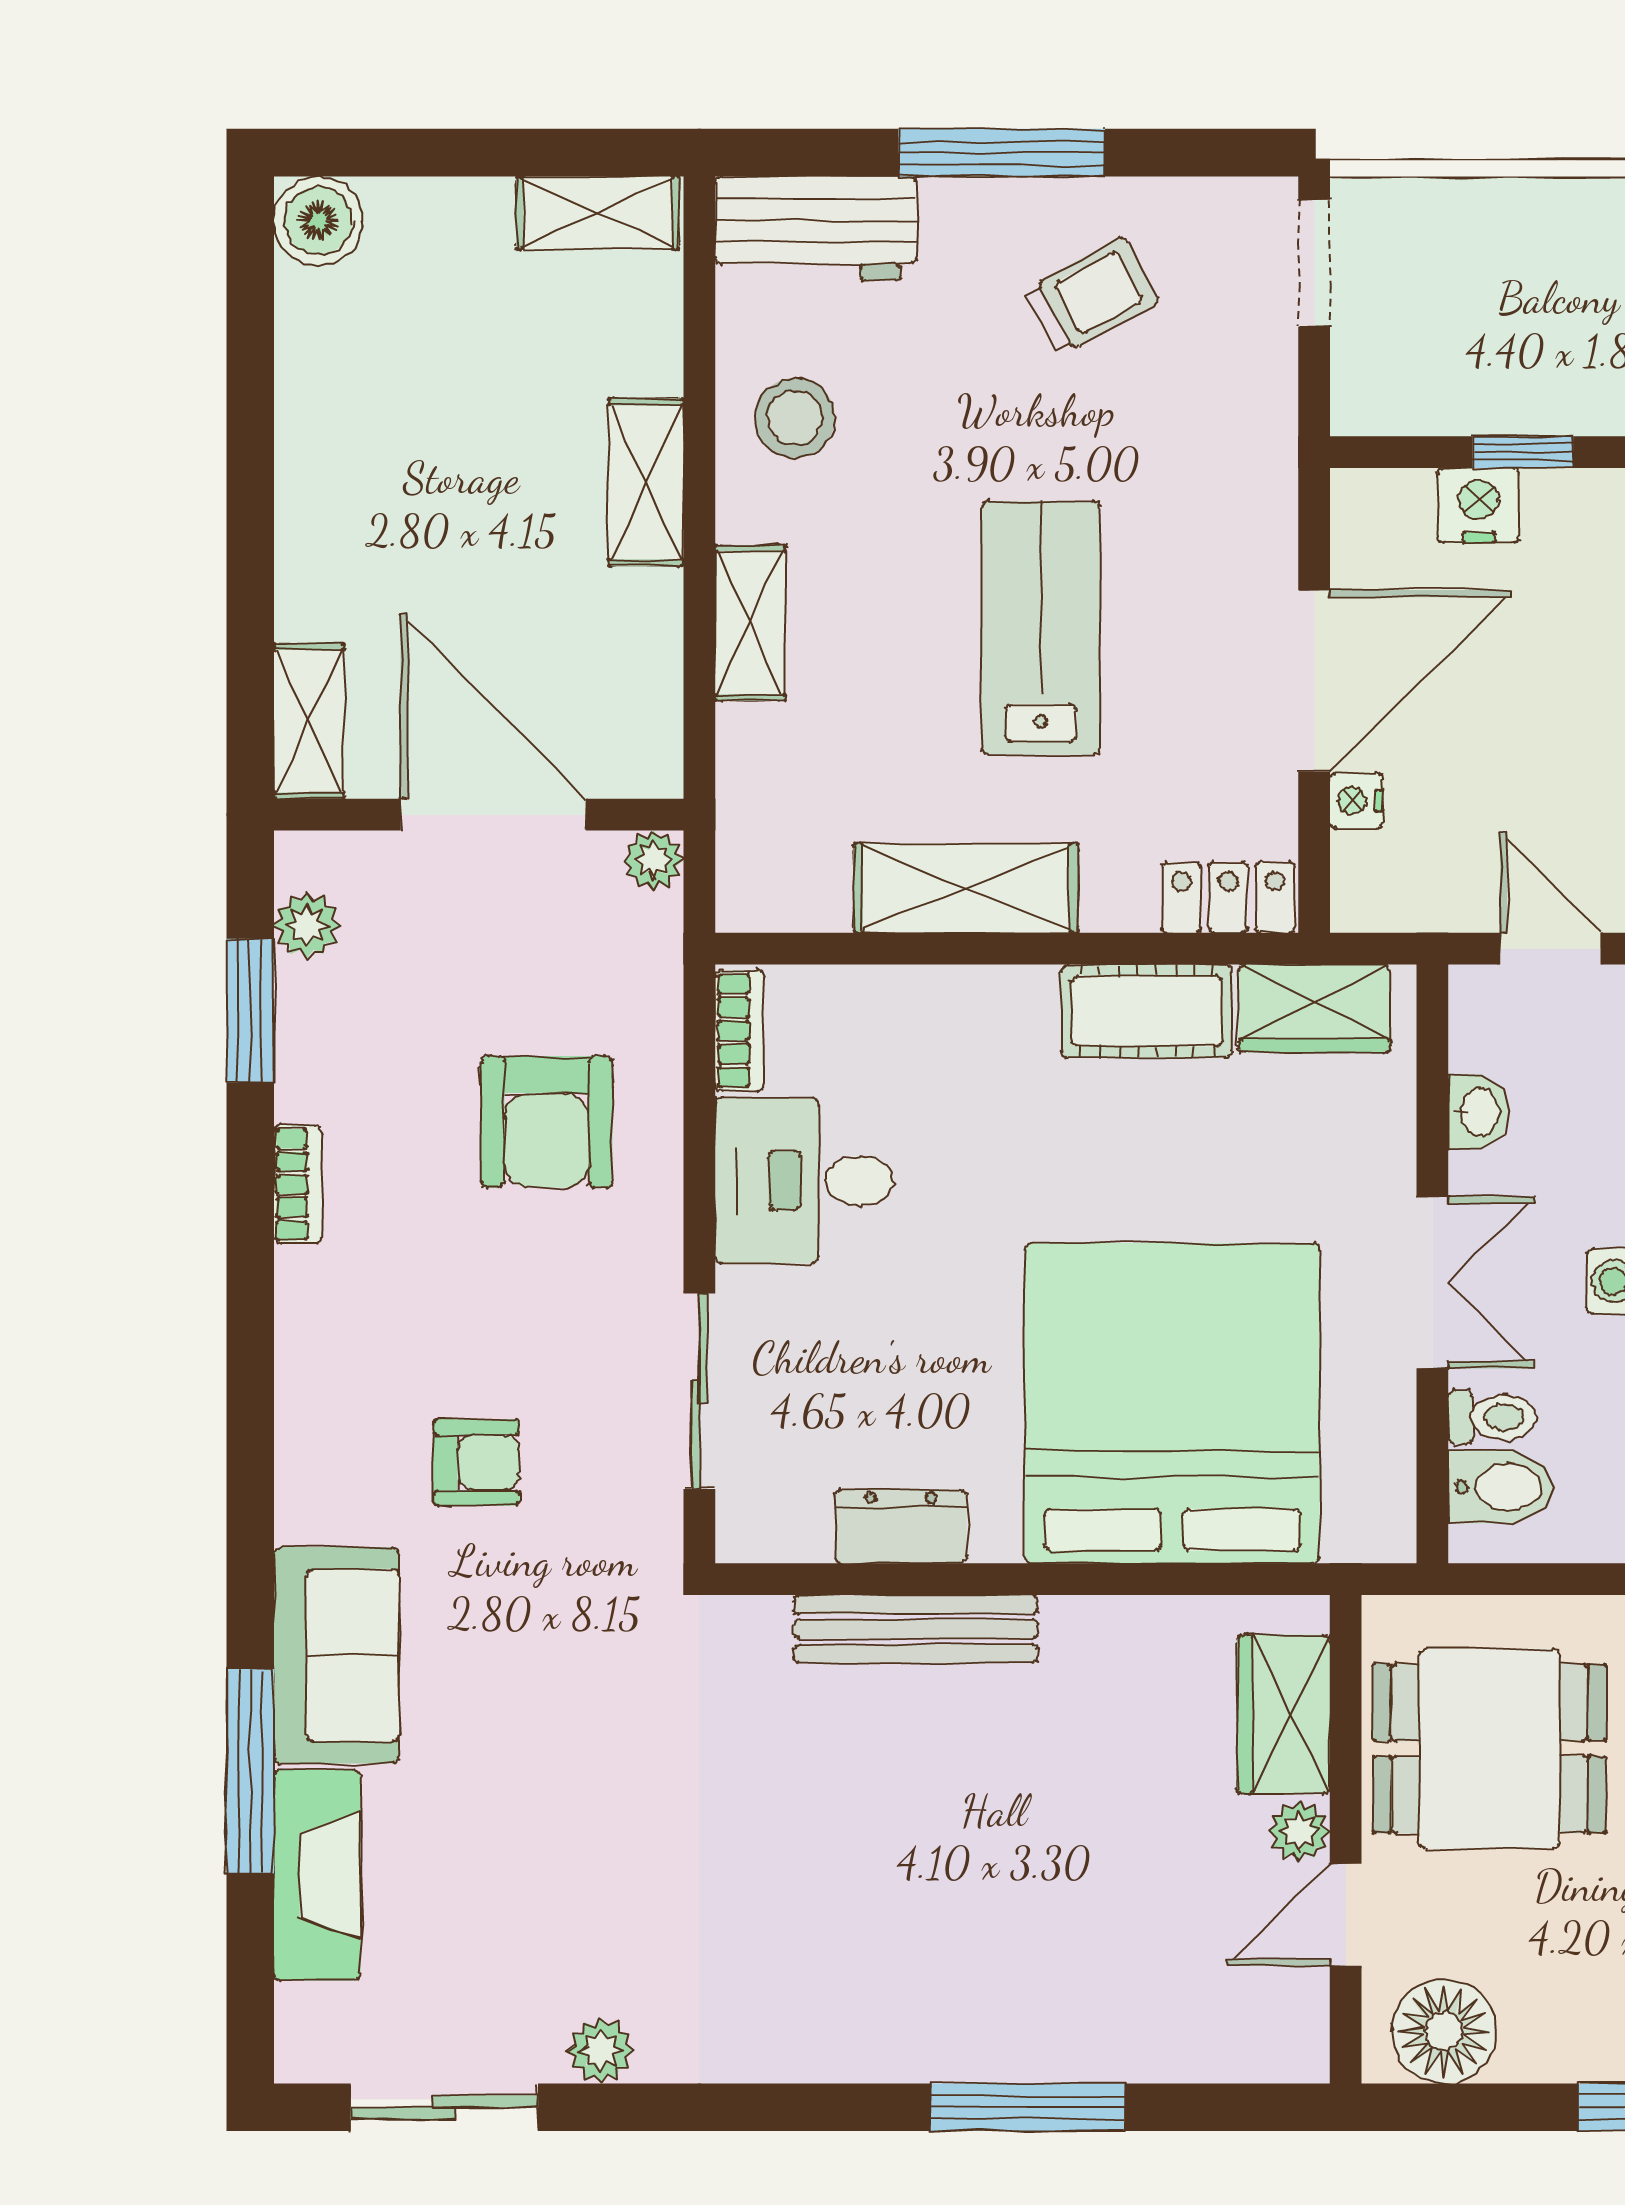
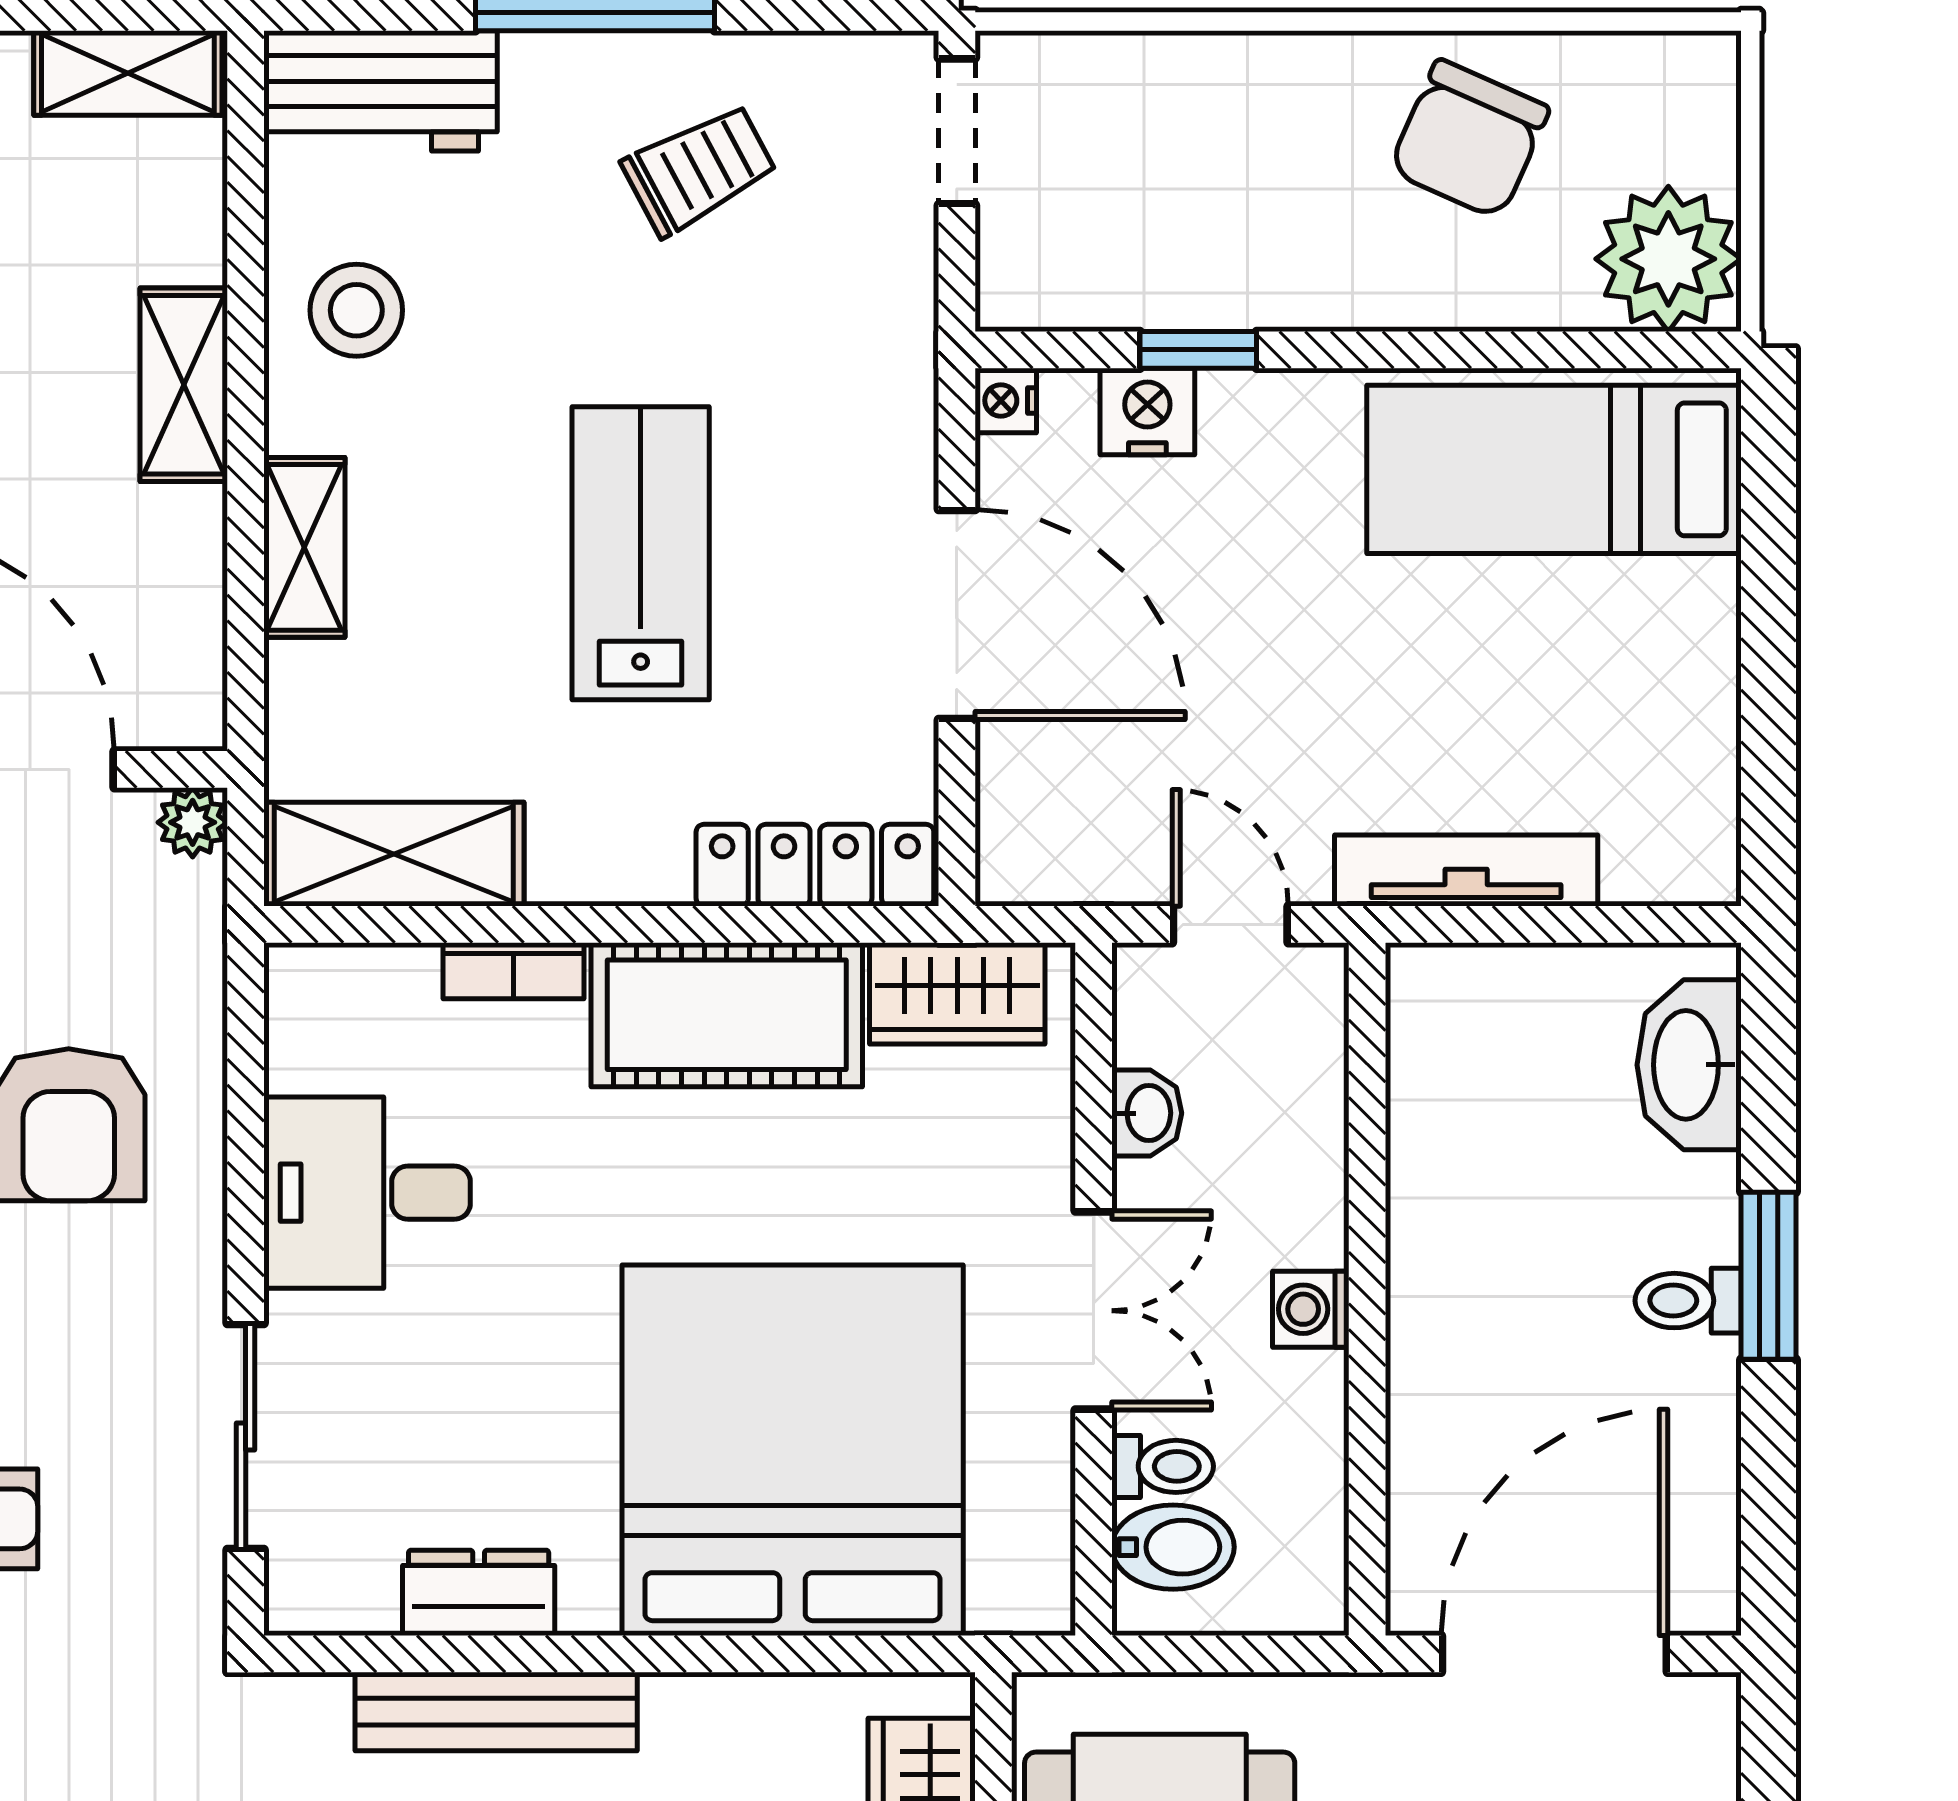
door: (1314, 681) -> (957, 614), hinge flipped
nightstand: (1356, 801) -> (1006, 400), moved
shelving: (966, 888) -> (394, 854), moved
locker: (1228, 897) -> (815, 865), width x1.53
cot: (1147, 1011) -> (727, 1015), width x1.37, depth x1.34
bookcase: (739, 1031) -> (513, 971), moved, turned 90

